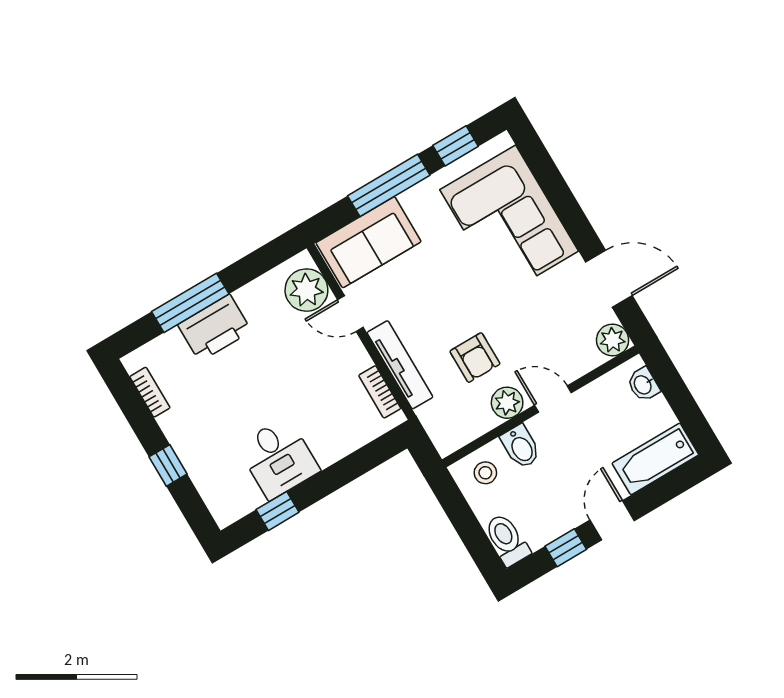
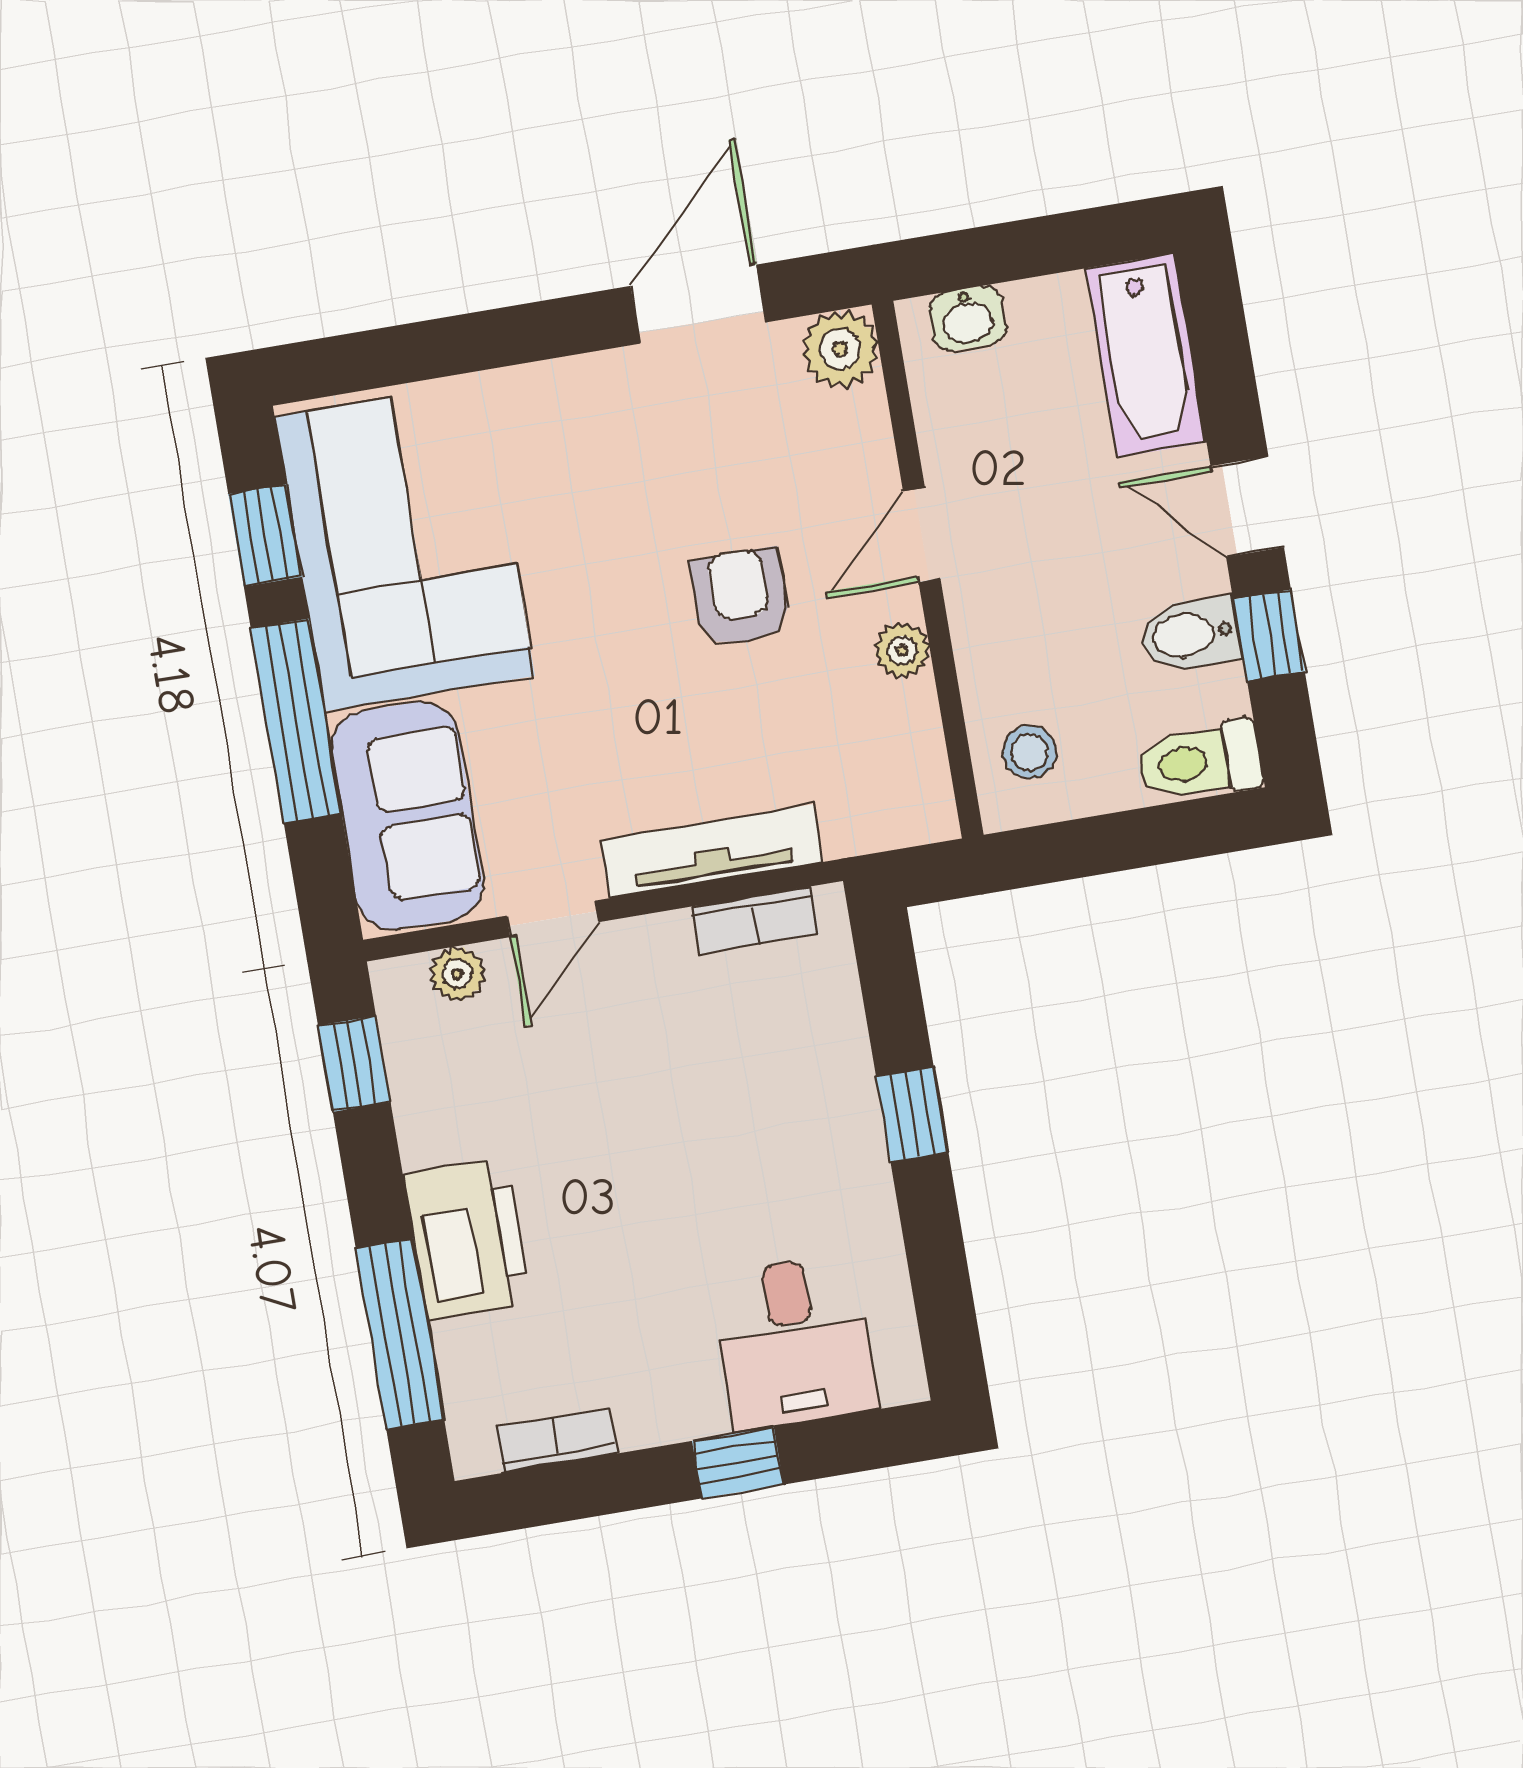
corner sofa: (509, 220) -> (405, 546), moved, turned -90
window: (265, 259) -> (354, 1064), added
plant: (306, 290) -> (457, 974), width x0.53, depth x0.53
window: (190, 303) -> (400, 1334), moved
armchair: (475, 358) -> (740, 597), moved, turned -90
plant: (507, 403) -> (902, 650), width x0.73, depth x0.73
bidet: (521, 447) -> (1190, 634), moved, turned 180
desk: (278, 458) -> (795, 1342), moved, turned 90
window: (278, 511) -> (912, 1115), moved

